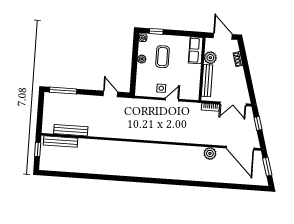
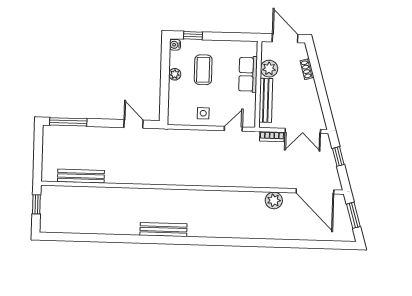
row of seats: (196, 50) -> (248, 74), moved
door: (172, 100) -> (233, 129), moved
bench: (60, 142) -> (163, 230), moved

